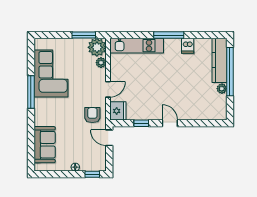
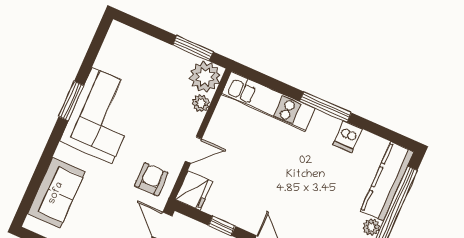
corner sofa: (51, 74) -> (102, 116), moved
window: (31, 92) -> (71, 101), width x0.69

